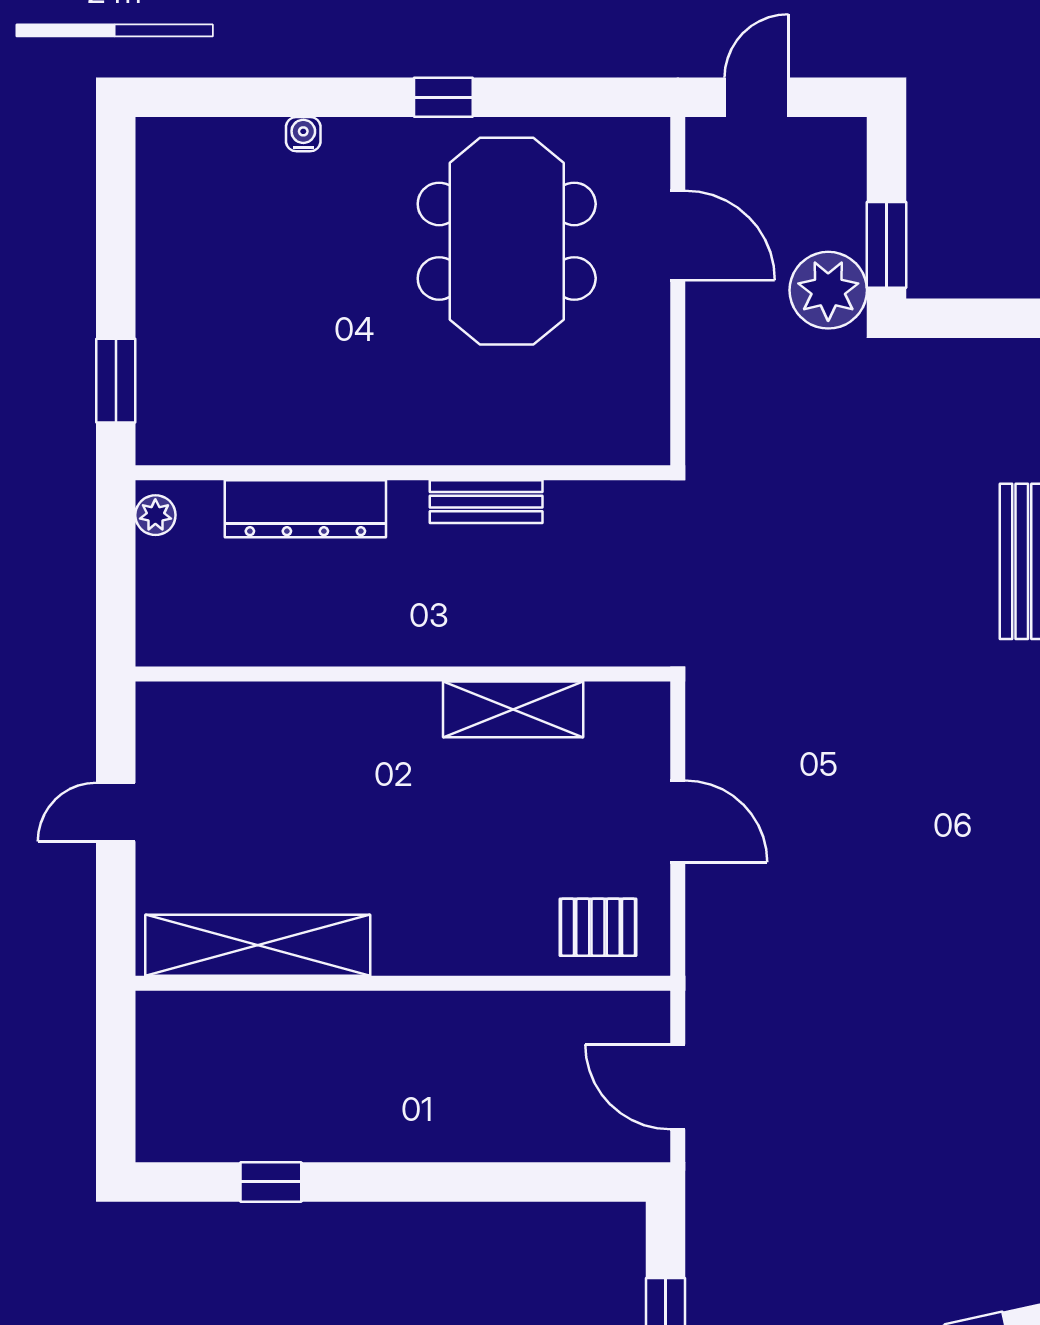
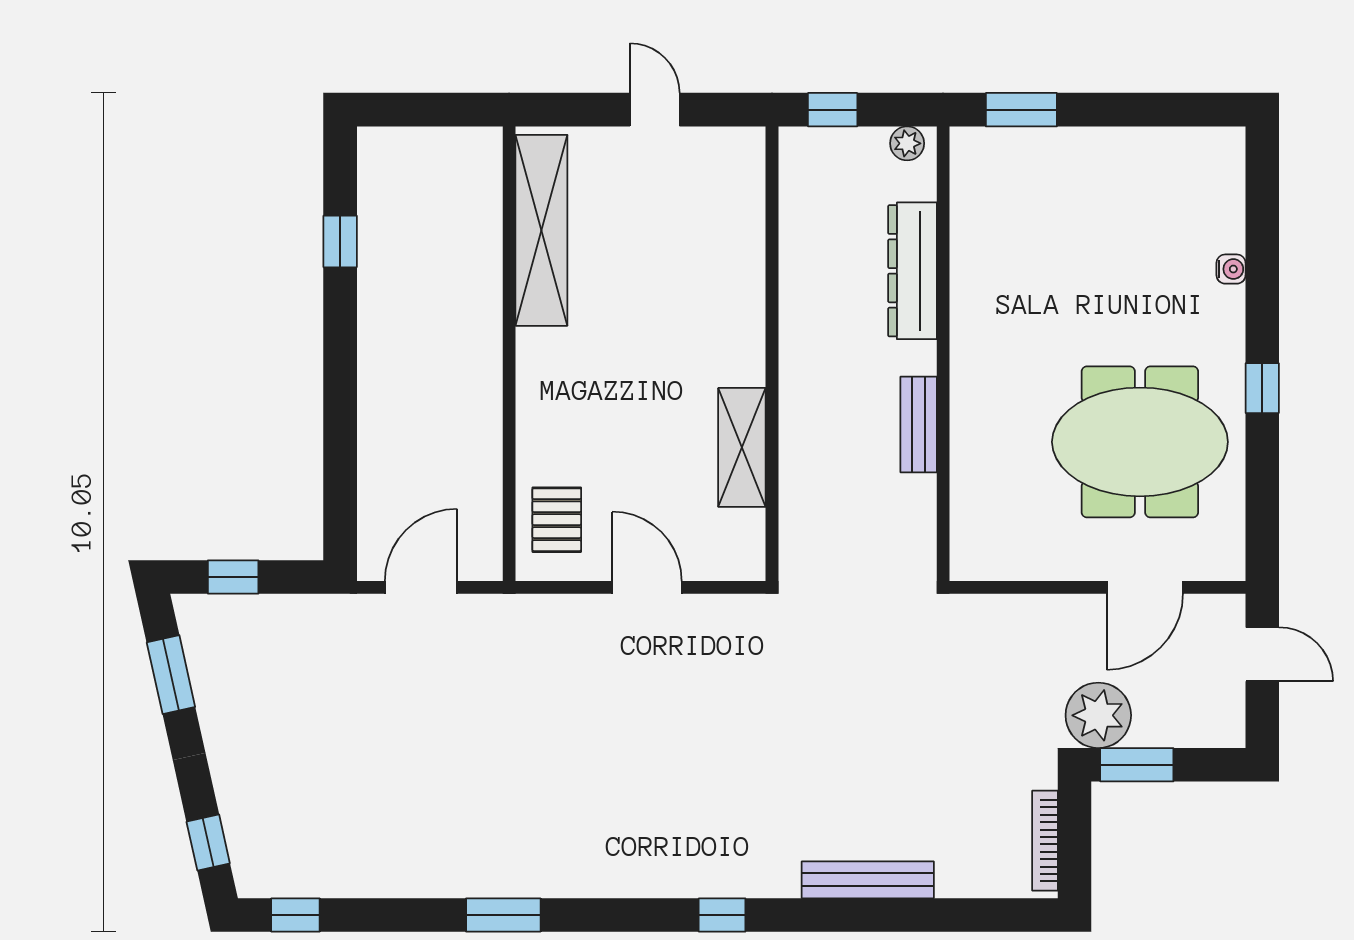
bookcase: (976, 353) -> (1045, 841), added
window: (116, 603) -> (833, 110), added
door: (678, 821) -> (647, 587), swing flipped

